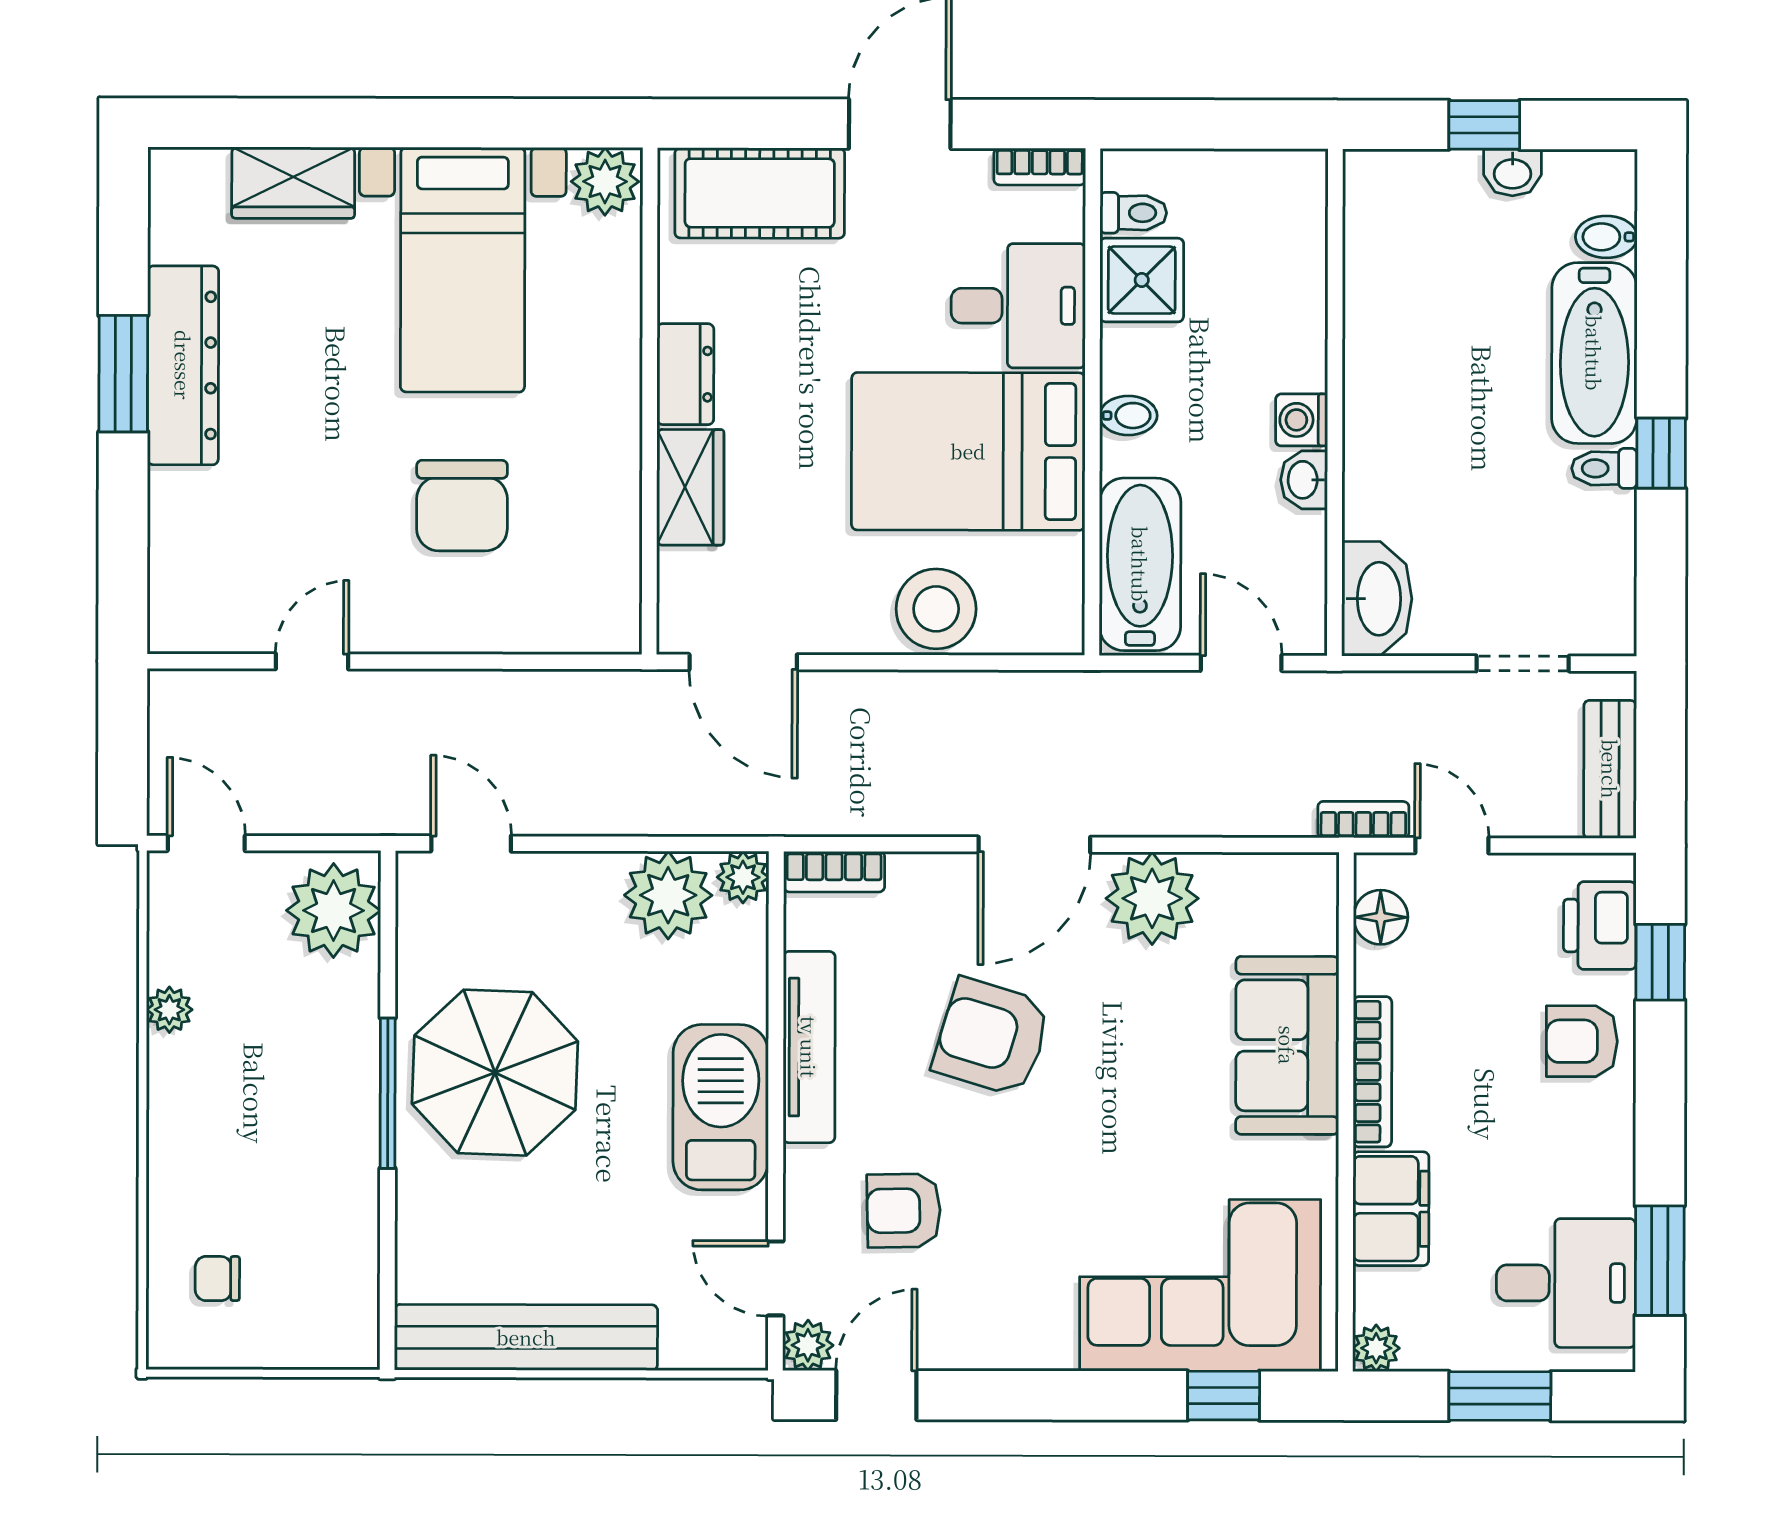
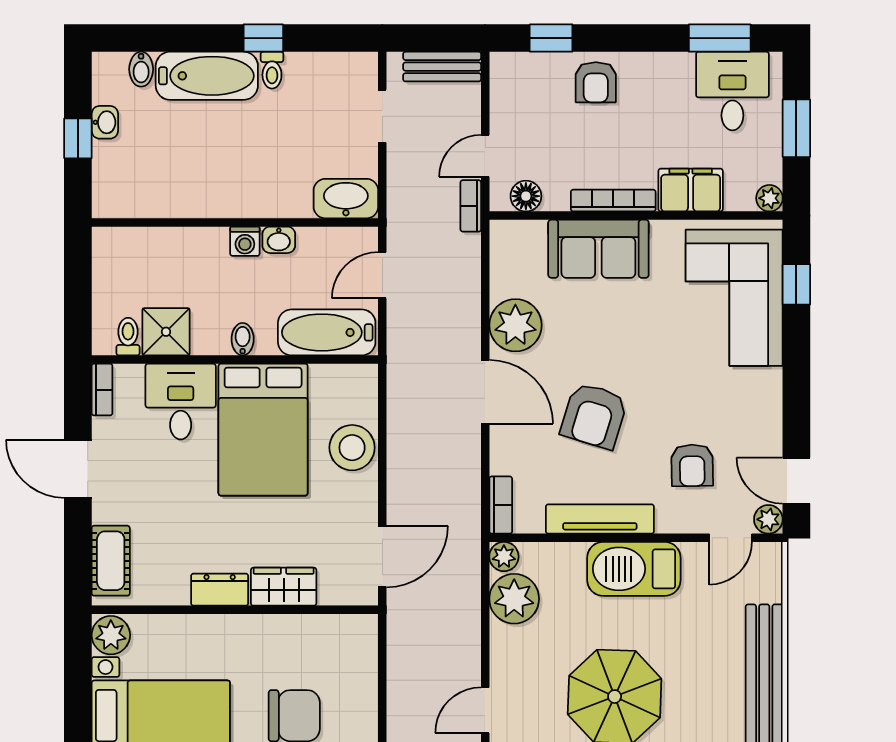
cot: (760, 193) -> (111, 561), width x0.73, depth x0.75
printer: (1600, 926) -> (530, 72), removed

